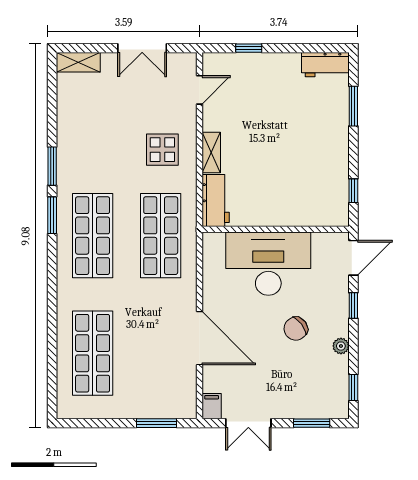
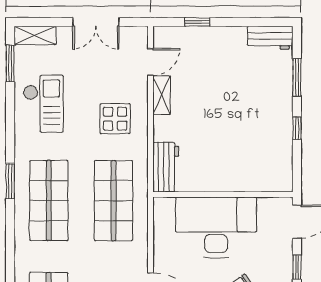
checkout: (87, 134) -> (43, 104), added
shelving: (211, 153) -> (162, 95), moved
window: (52, 166) -> (10, 63), moved
window: (353, 191) -> (297, 128), moved

